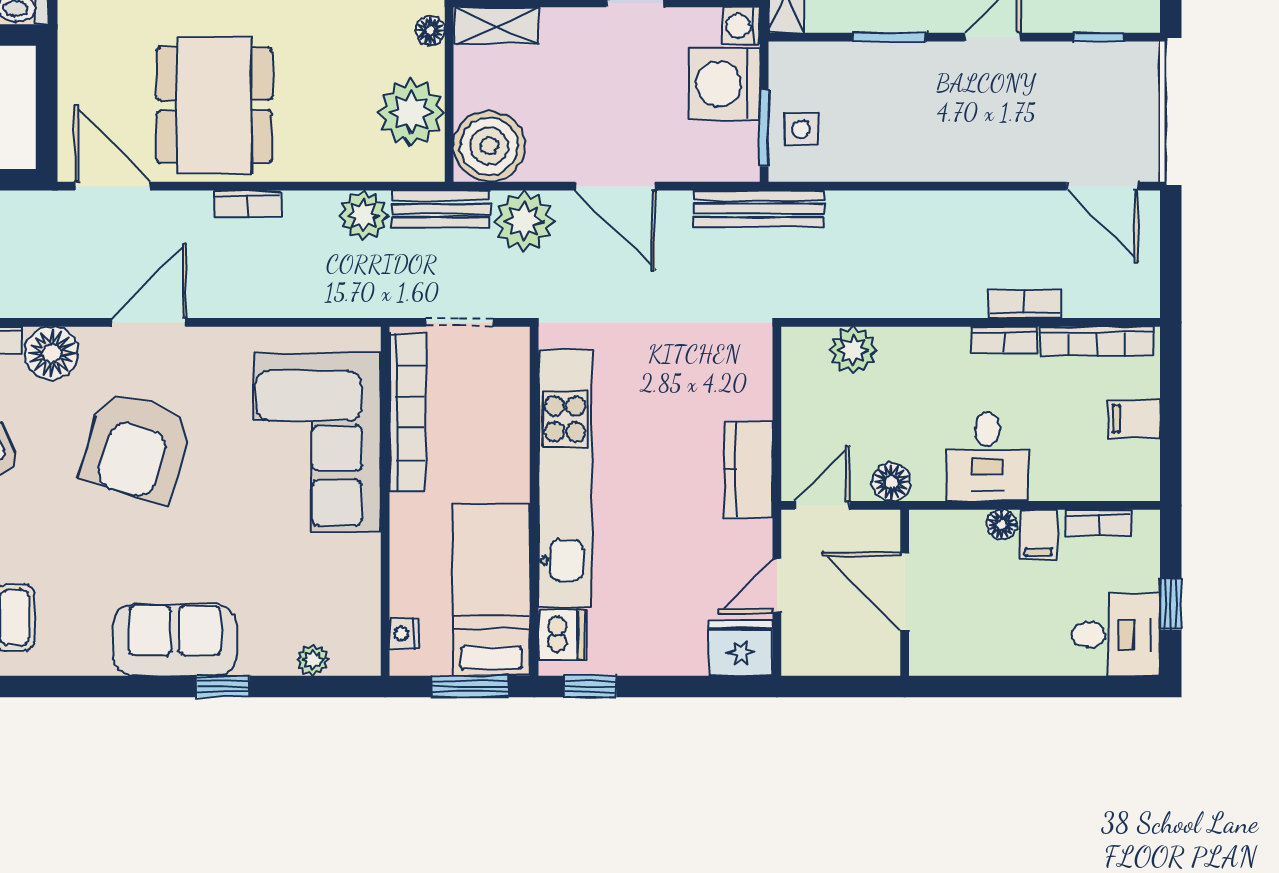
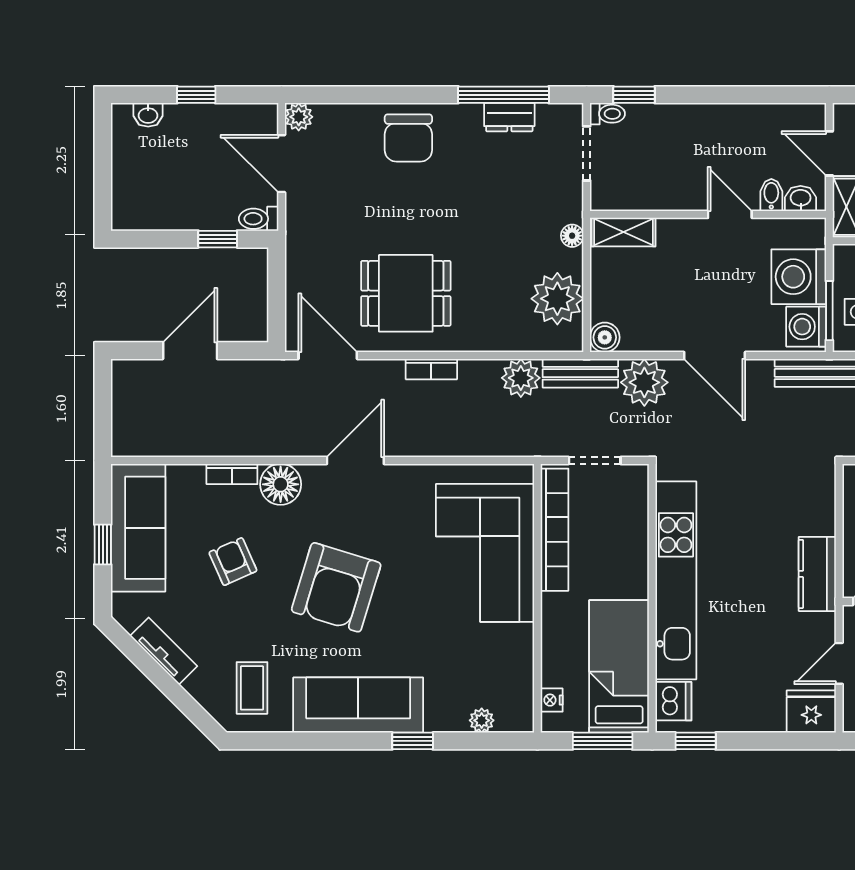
washing machine: (741, 26) -> (806, 327), moved, width x1.38, depth x1.38
dining table: (214, 105) -> (406, 293), width x0.73
boiler: (489, 146) -> (605, 337), width x0.54, depth x0.54
armchair: (136, 447) -> (336, 587), moved
sofa: (175, 640) -> (358, 705), width x1.36

